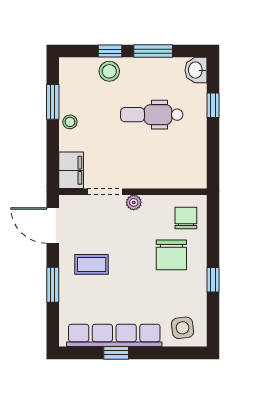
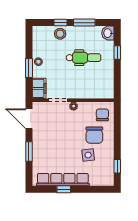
window: (53, 102) -> (29, 68), moved
dental chair: (152, 115) -> (84, 58), turned 180
coffee table: (92, 264) -> (50, 140), removed
window: (213, 280) -> (117, 166), moved
side table: (183, 328) -> (88, 155), moved

